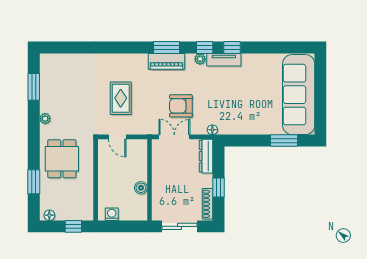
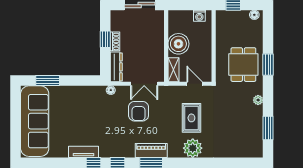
plant: (200, 59) -> (193, 148), moved, width x1.87, depth x1.87
tv unit: (224, 60) -> (84, 152), moved
armchair: (181, 106) -> (139, 111), turned 90
shelving: (141, 153) -> (174, 70), added
window: (34, 182) -> (268, 65), moved
boiler: (141, 188) -> (178, 44), width x1.86, depth x1.86
shoe rack: (208, 204) -> (115, 41), moved, width x0.70

